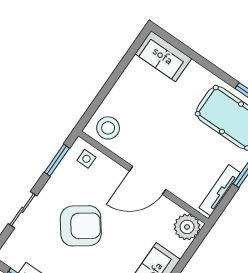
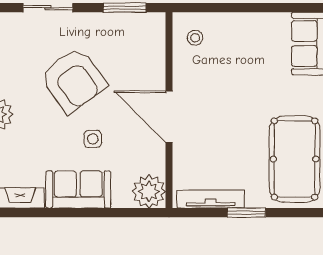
stool: (108, 128) -> (195, 38), width x0.53, depth x0.53
side table: (86, 159) -> (93, 139), moved

